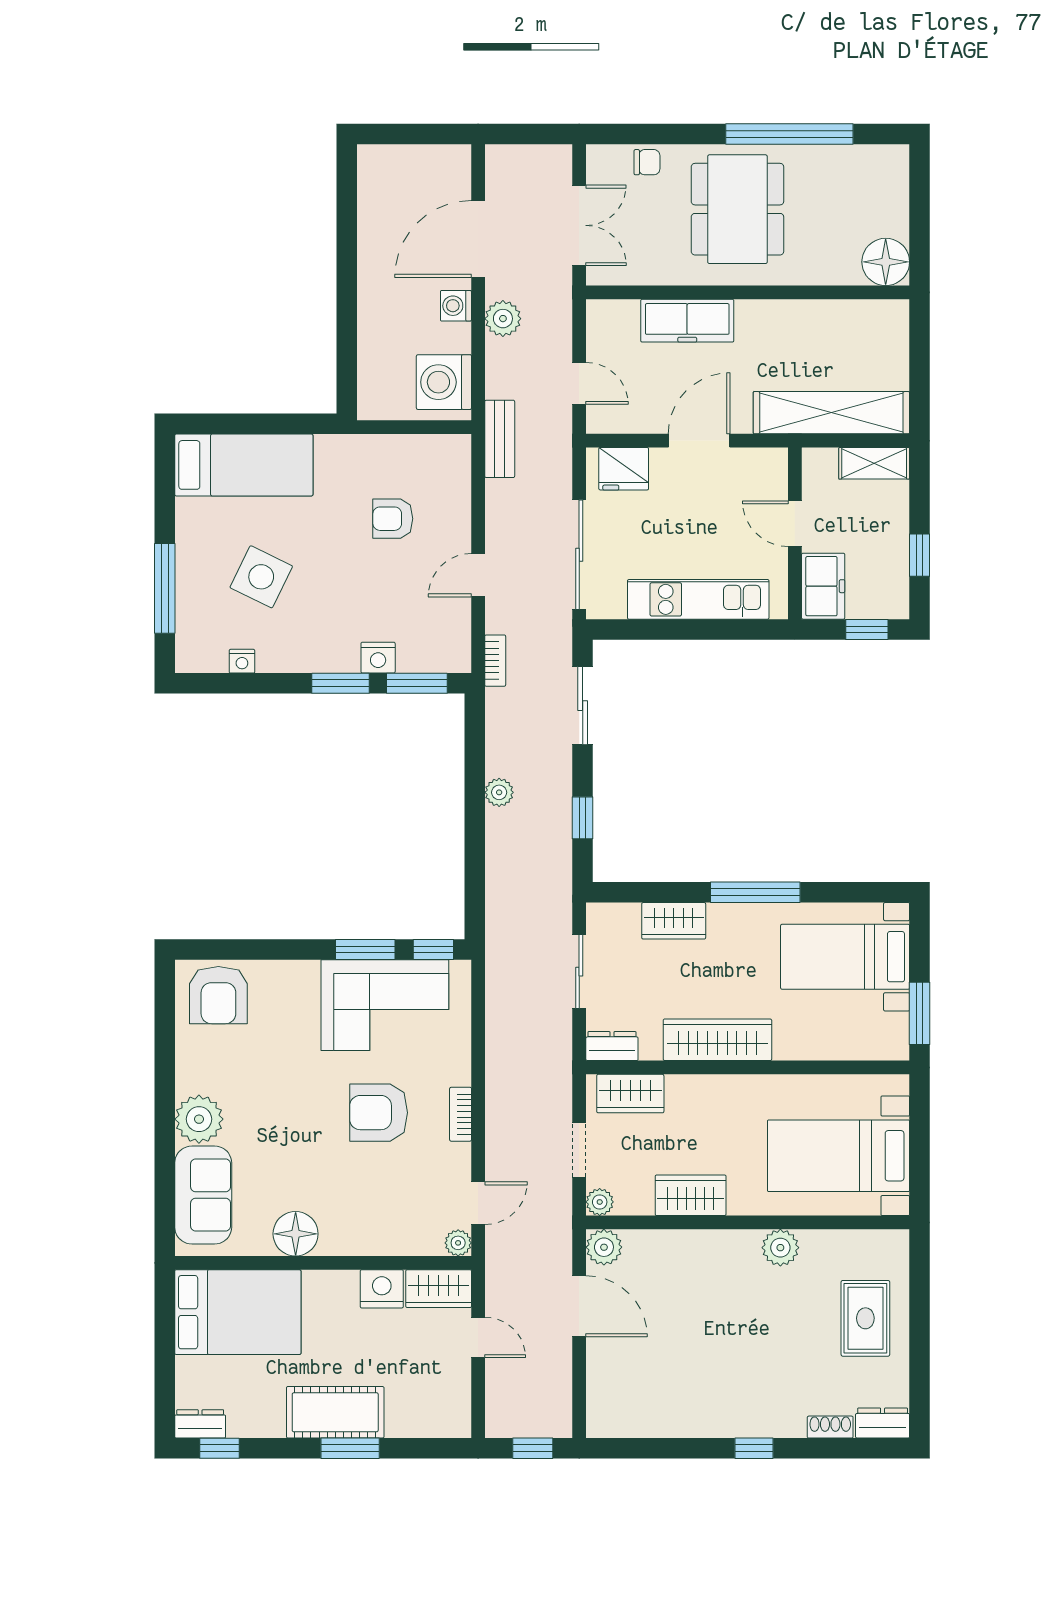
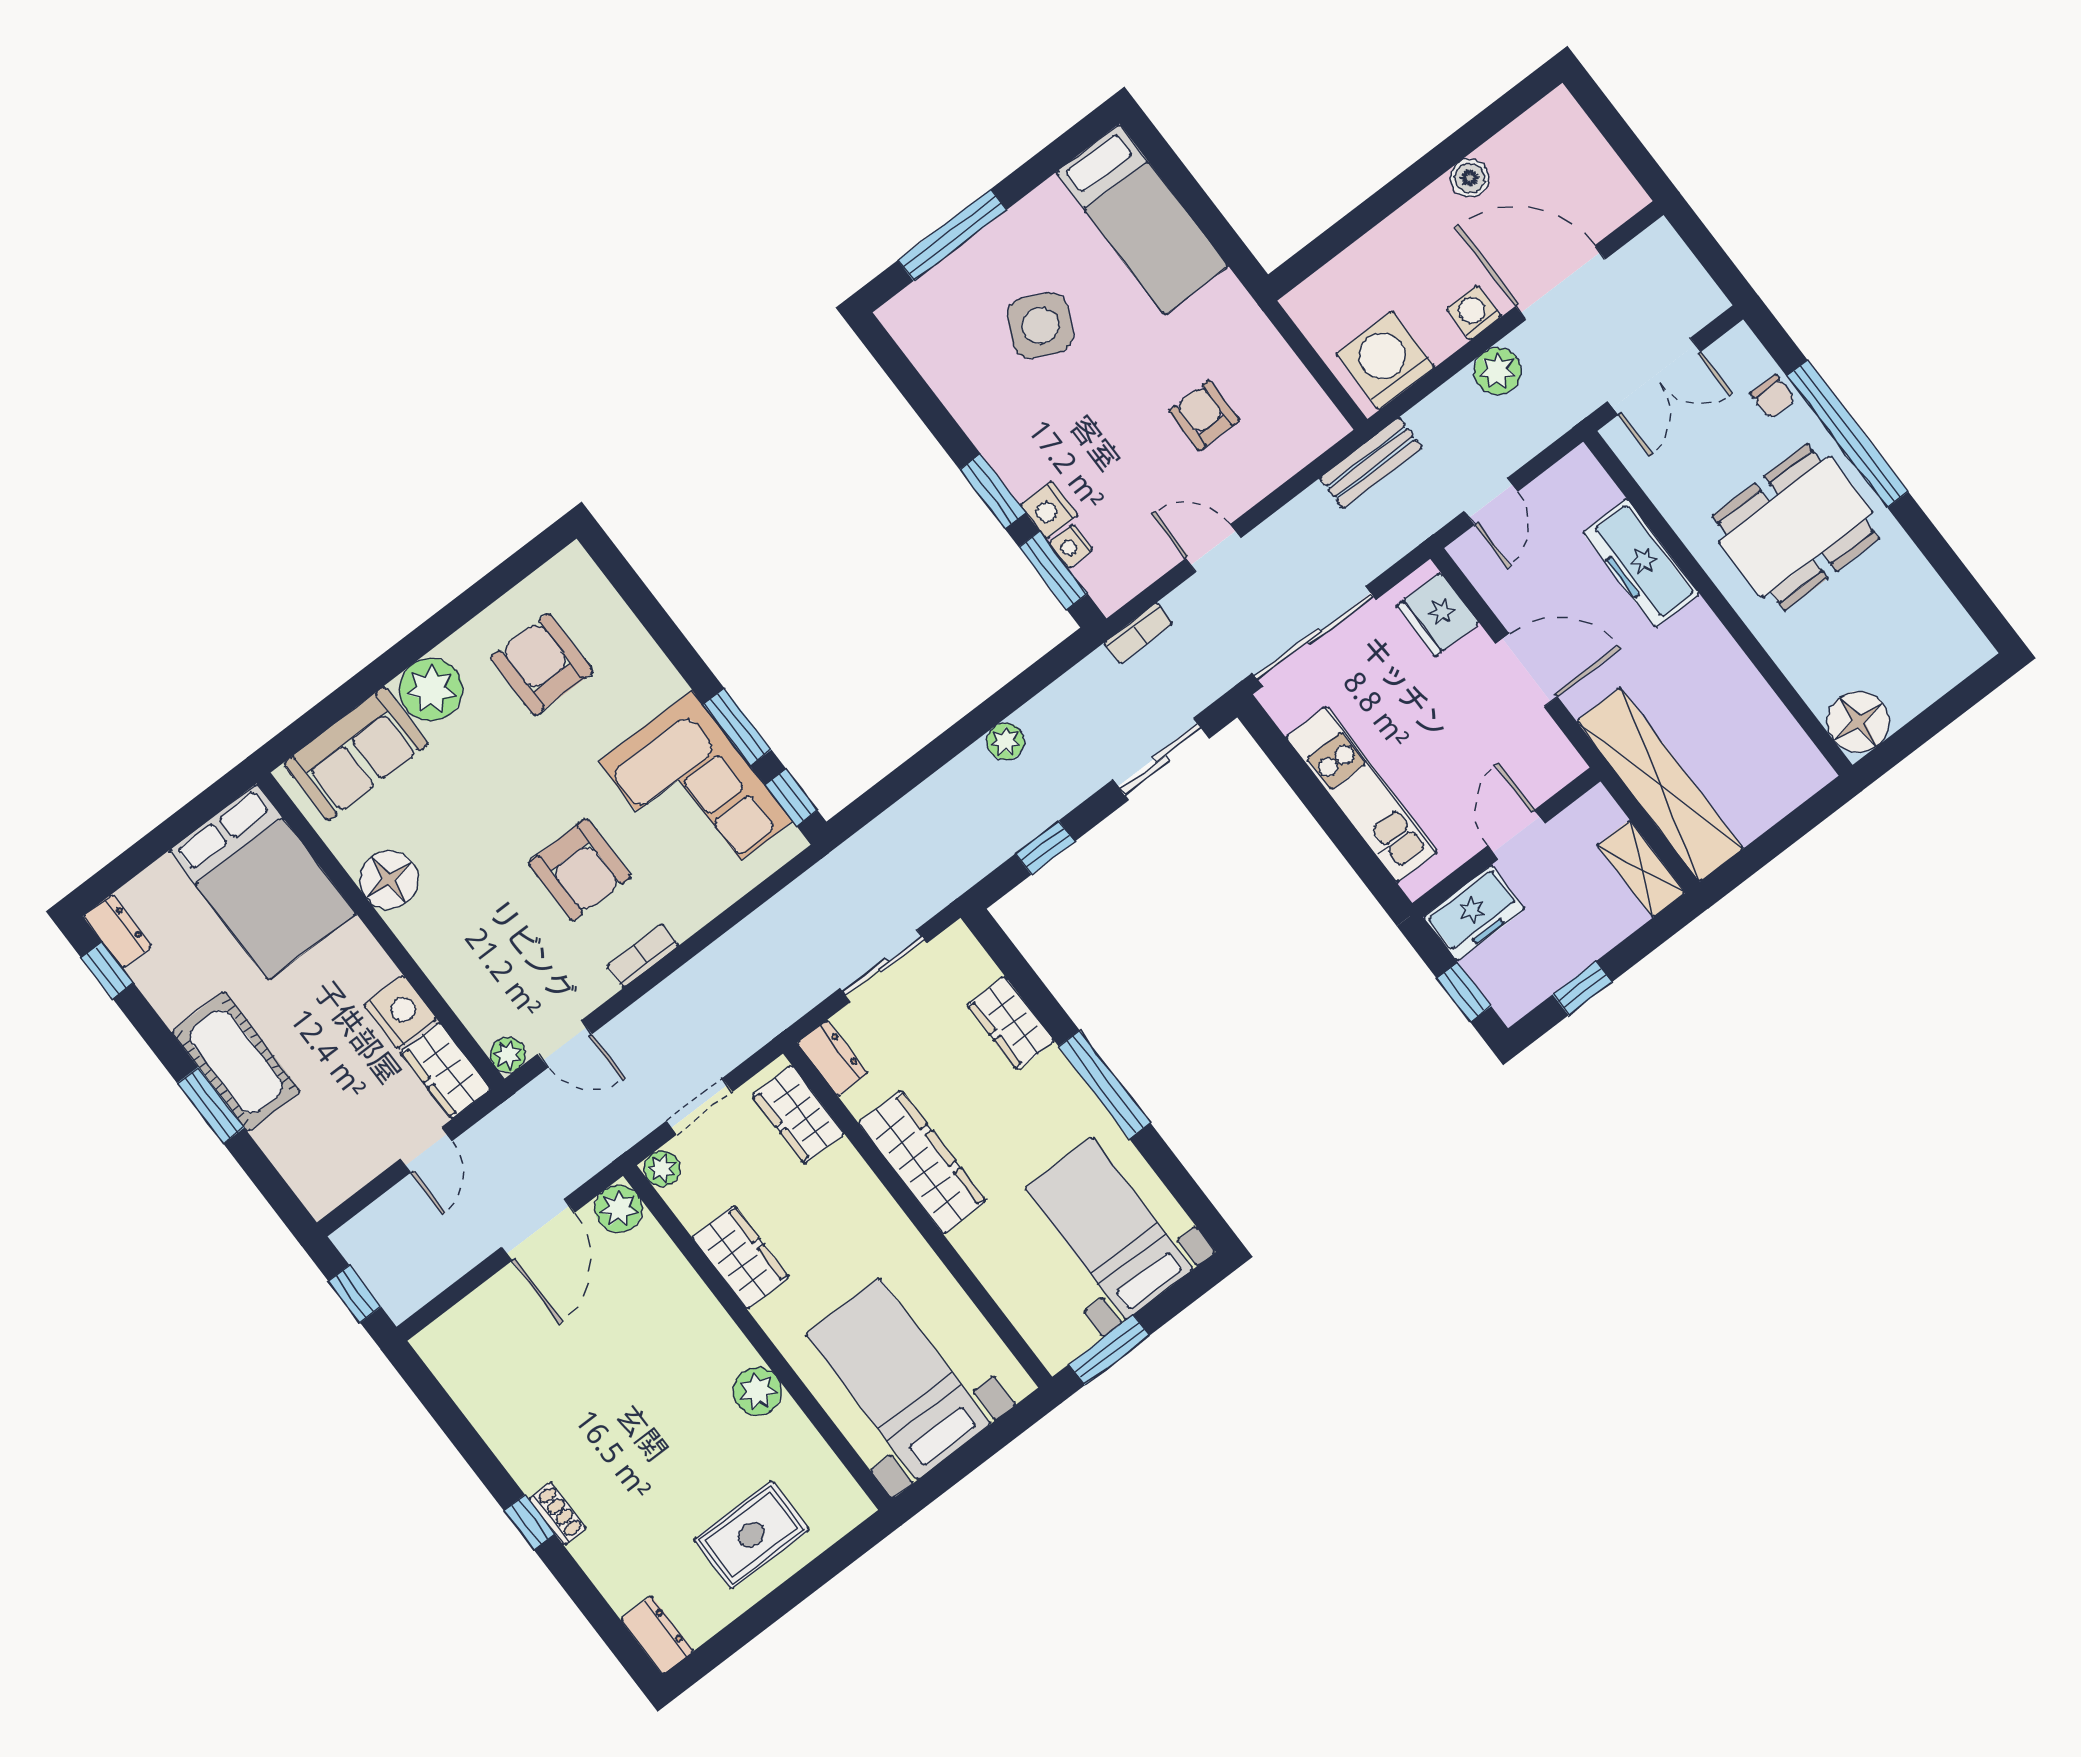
window: (789, 134) -> (1847, 434), moved
boiler: (372, 245) -> (1470, 178), added
nightstand: (242, 661) -> (1071, 546), moved
armchair: (218, 995) -> (542, 664), moved, turned 90
armchair: (379, 1113) -> (580, 870), turned 180
shoe rack: (830, 1427) -> (557, 1514), moved

